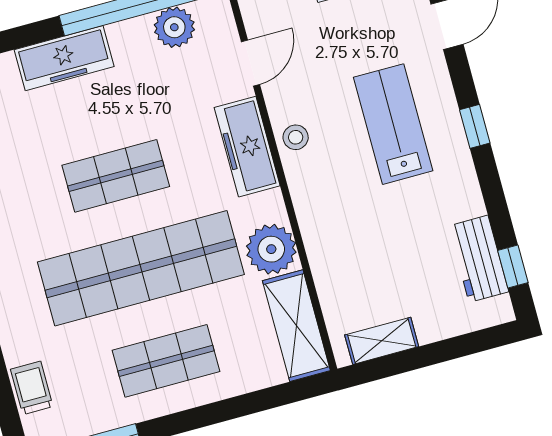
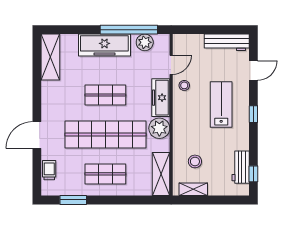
freezer: (64, 58) -> (104, 45), width x1.36, depth x1.26
stool: (296, 137) -> (184, 85), moved
plant: (271, 249) -> (159, 128), moved
stool: (368, 275) -> (195, 161), added

